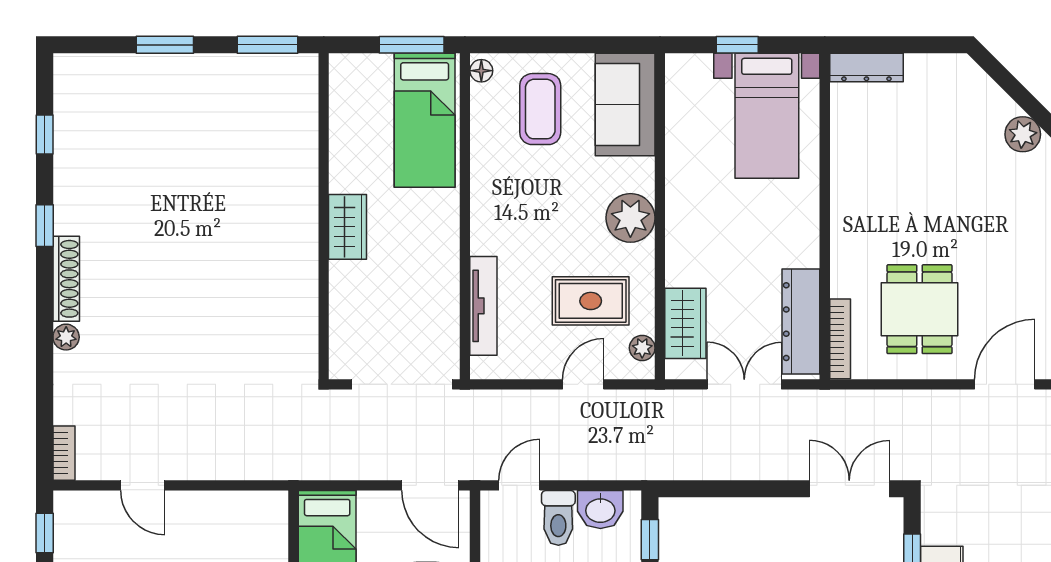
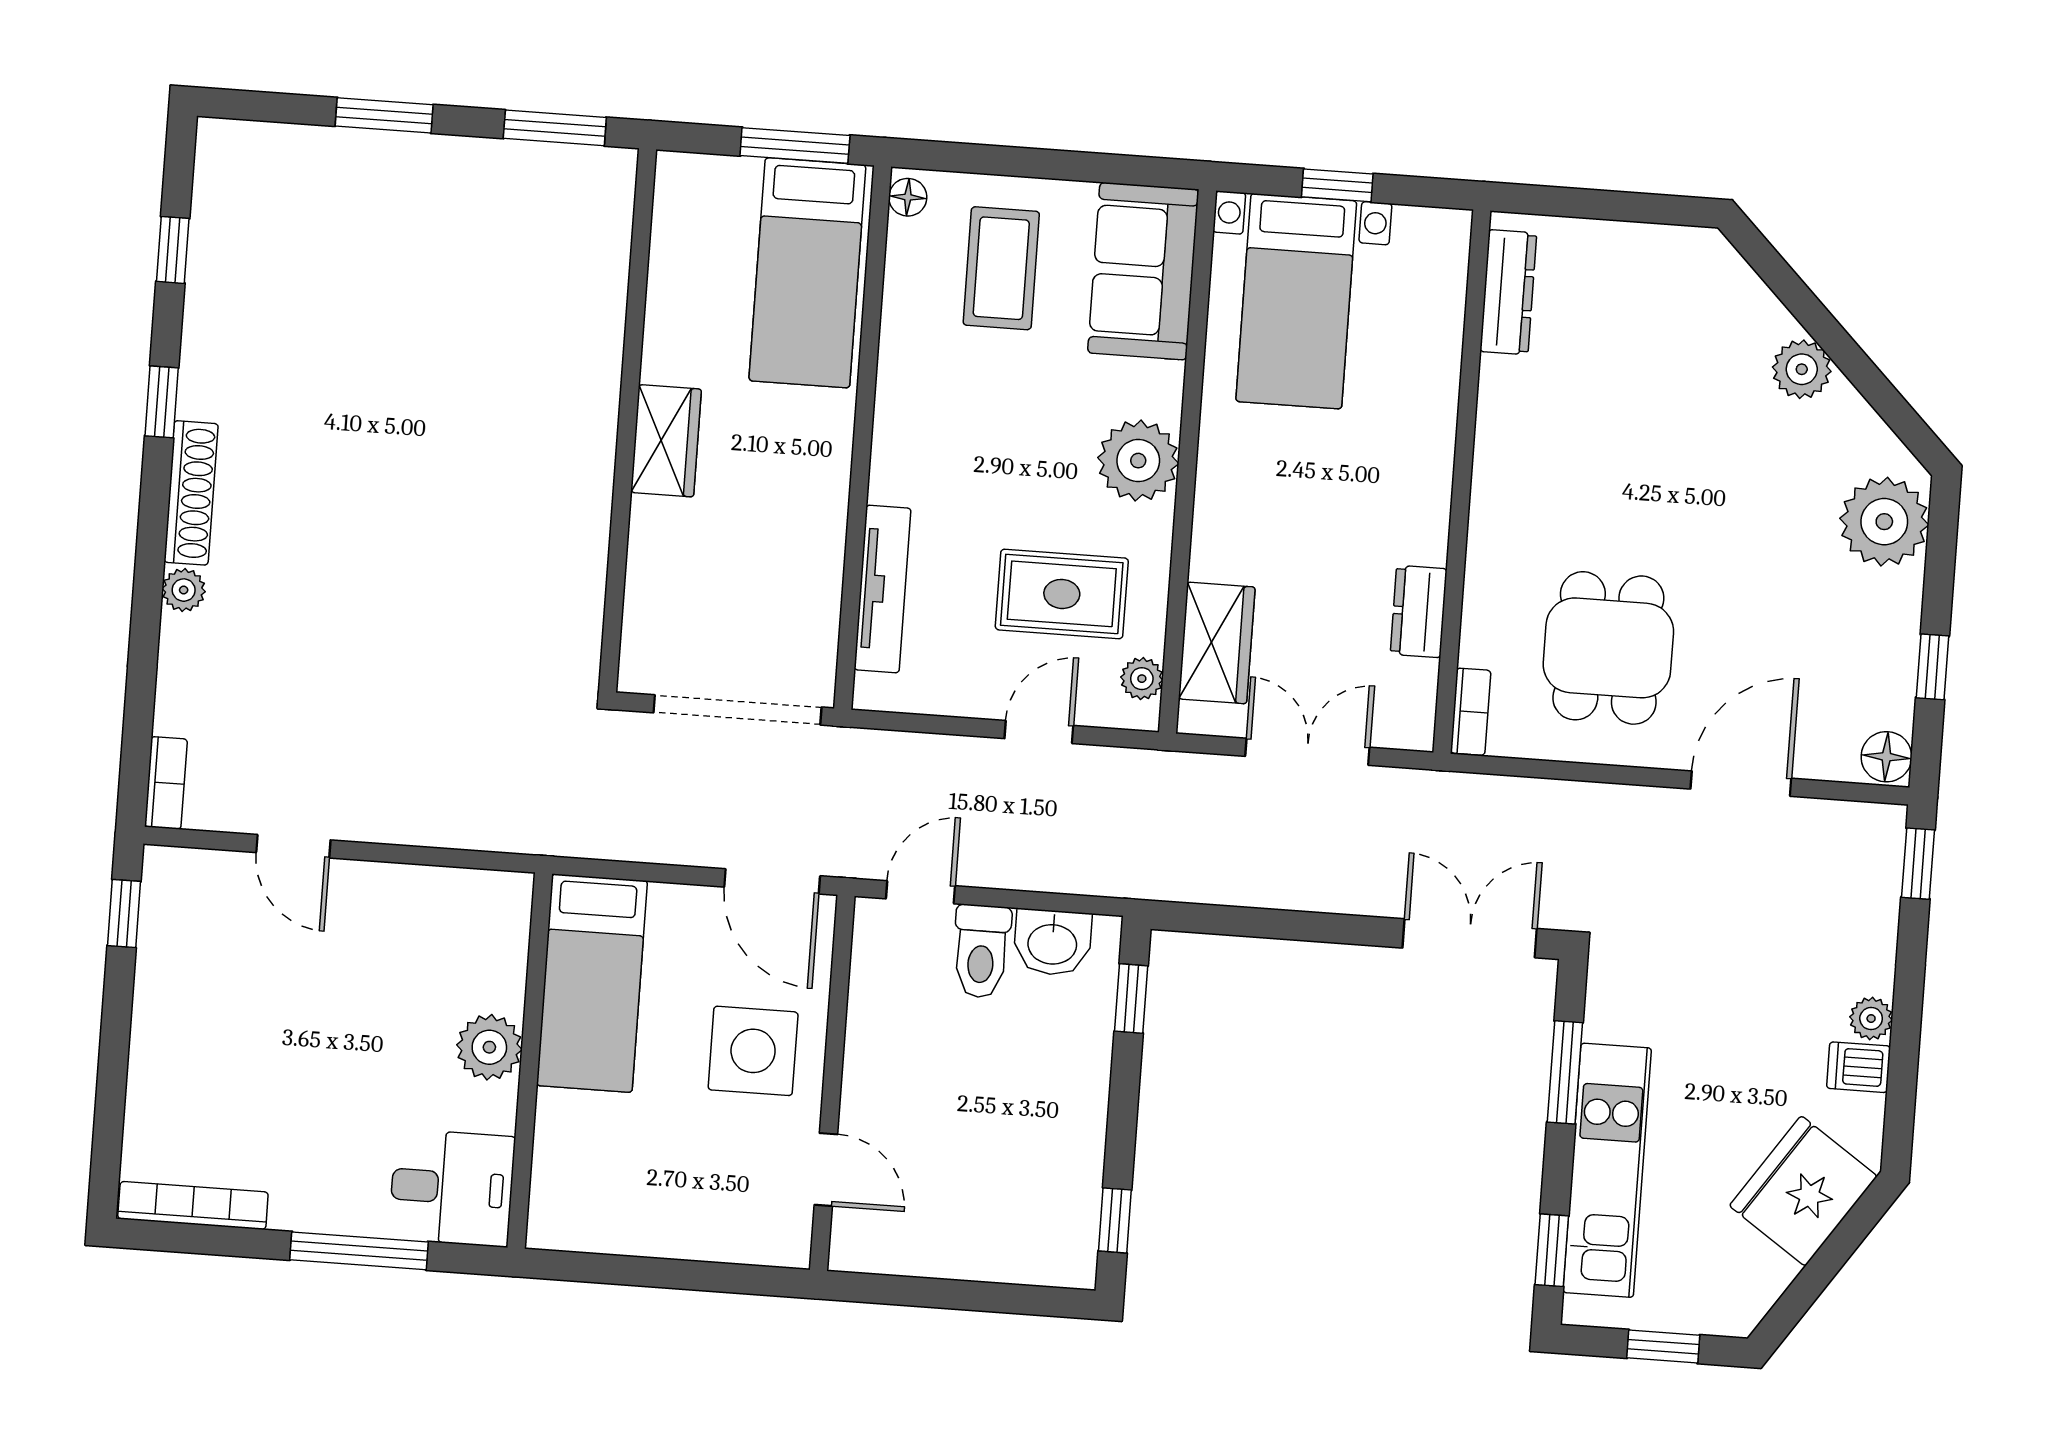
dresser: (866, 68) -> (1508, 292), moved, turned -90
bed with nightstands: (767, 116) -> (1296, 301), moved
dresser: (801, 322) -> (1419, 612), width x0.51, depth x0.80
bookcase: (840, 339) -> (1471, 712), width x0.64

